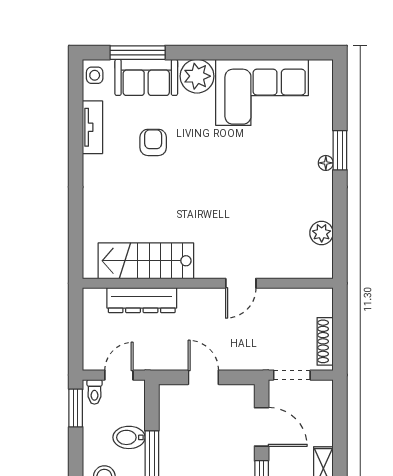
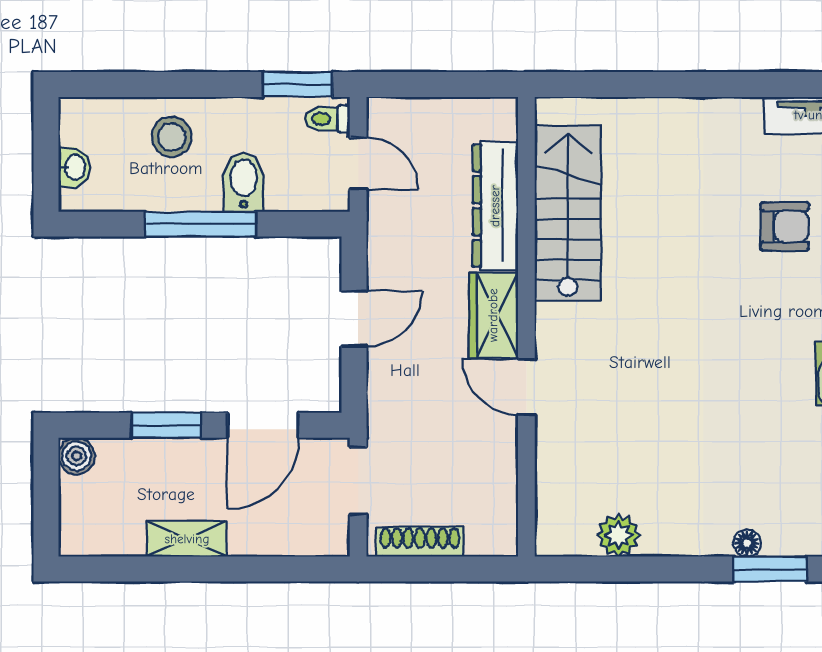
wardrobe: (202, 301) -> (493, 315), added

